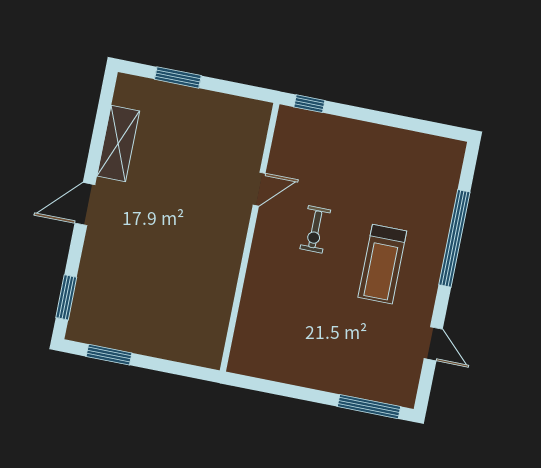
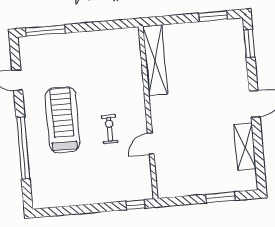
treadmill: (382, 264) -> (62, 120), width x1.37, depth x1.38
shelving: (216, 314) -> (155, 60), added

